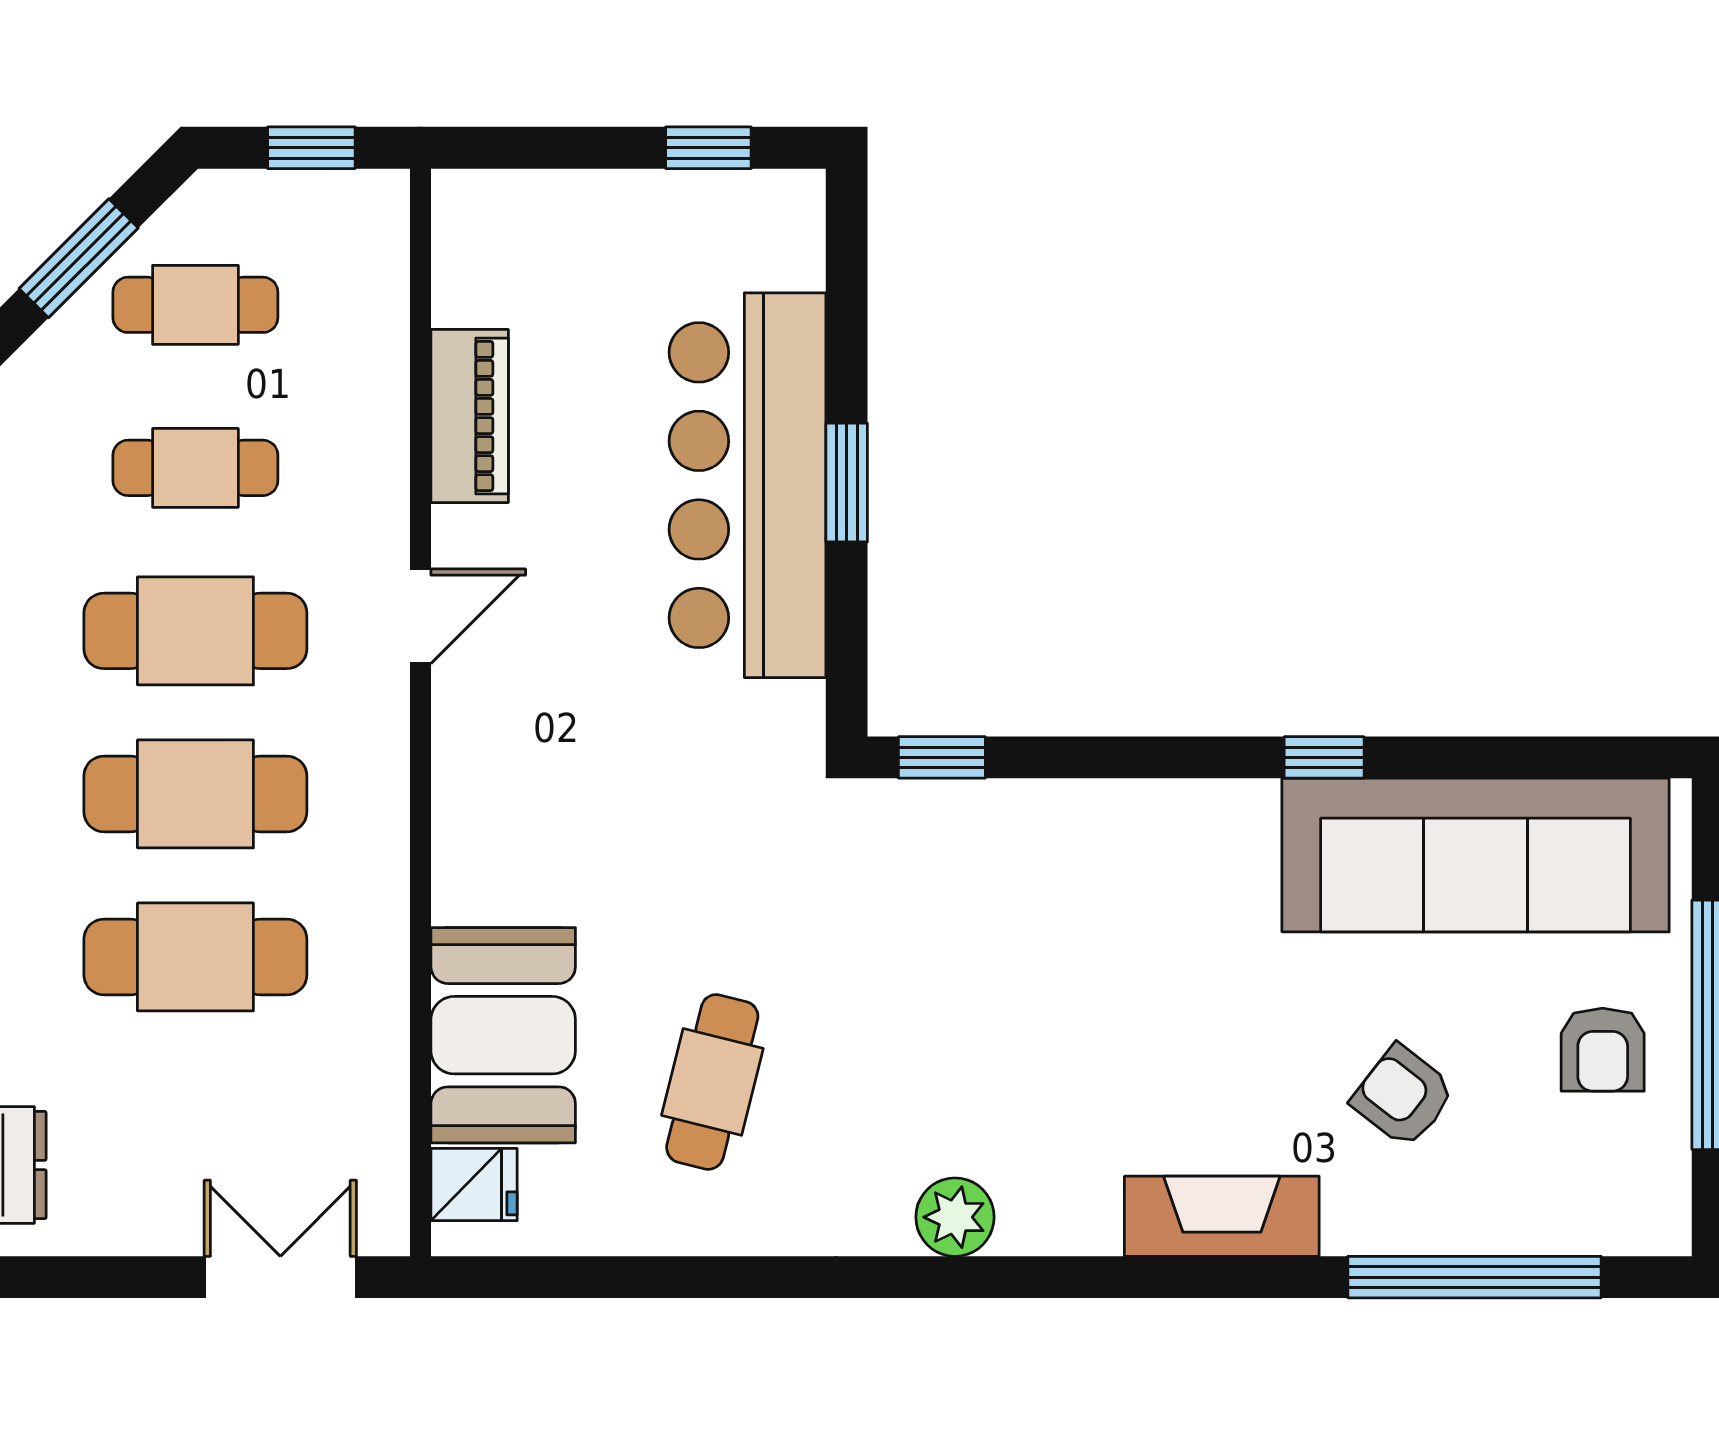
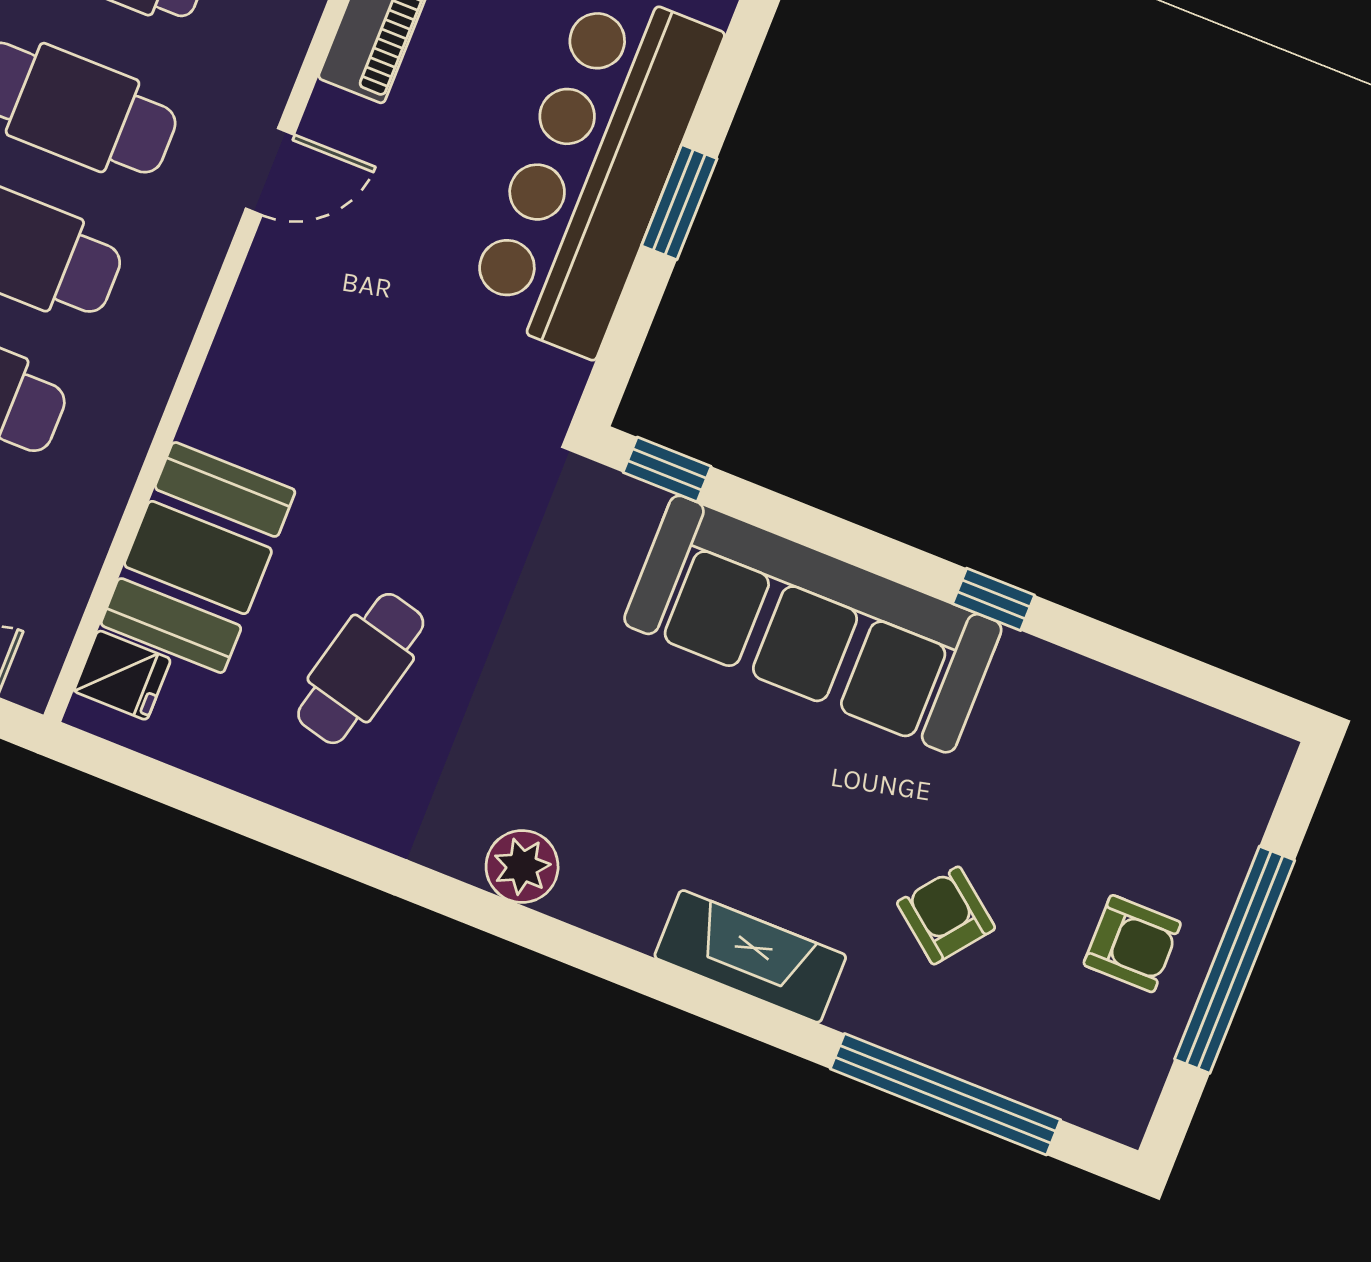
sofa: (1476, 855) -> (813, 624), moved
armchair: (1603, 1050) -> (1132, 944), turned -90

